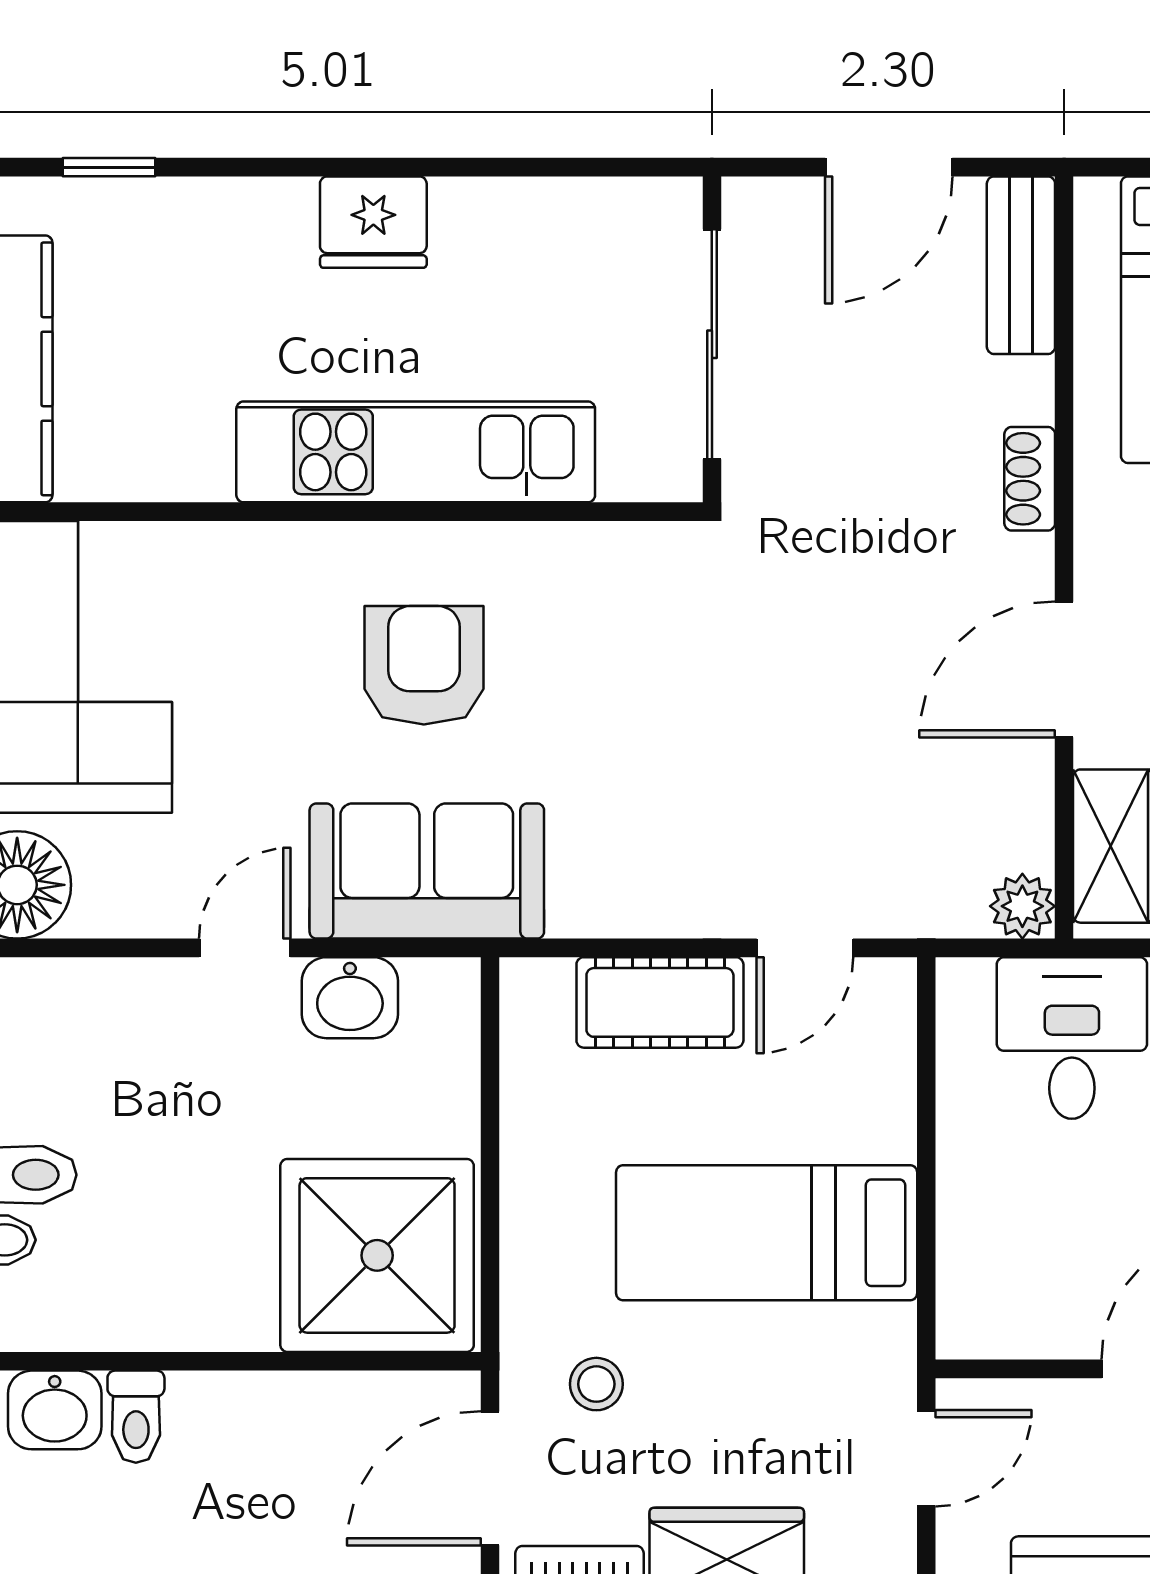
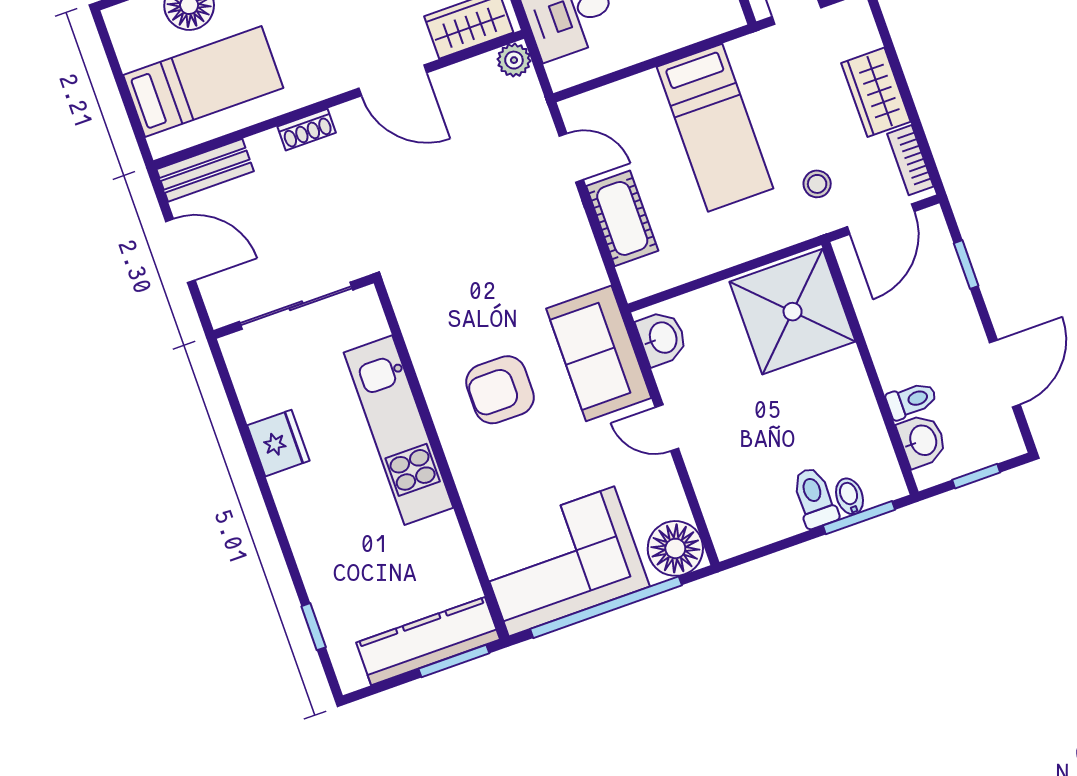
fridge: (373, 222) -> (278, 443), moved
washbasin: (350, 998) -> (662, 338), moved
door: (490, 1478) -> (881, 219), hinge flipped

